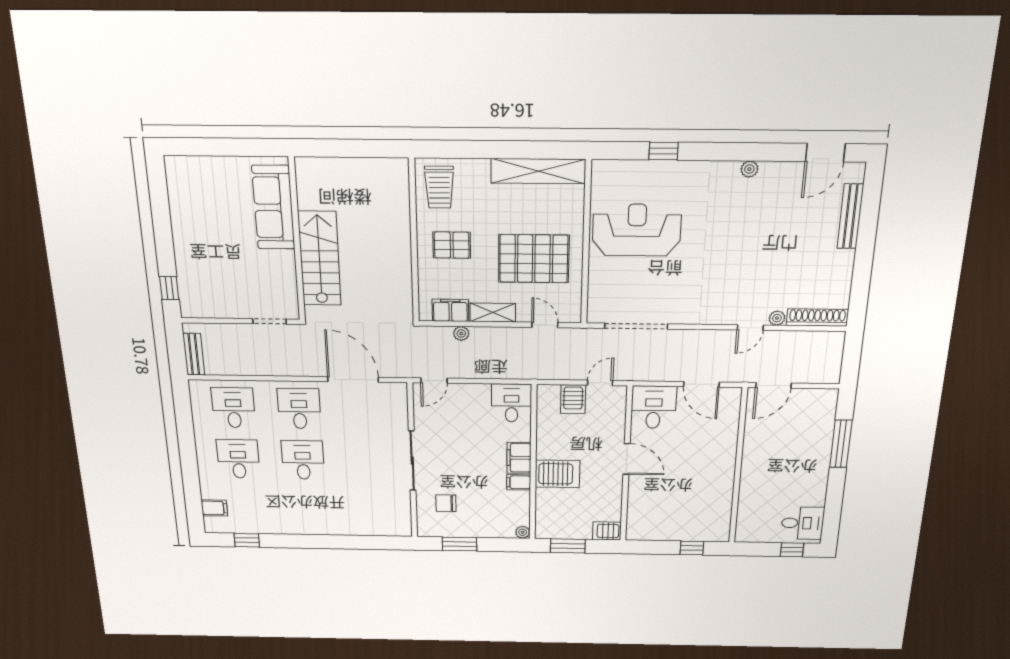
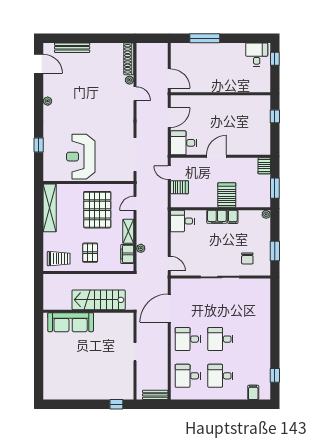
sofa: (273, 207) -> (71, 322), moved
wall: (297, 240) -> (88, 311), moved
stairs: (320, 259) -> (99, 300), moved

